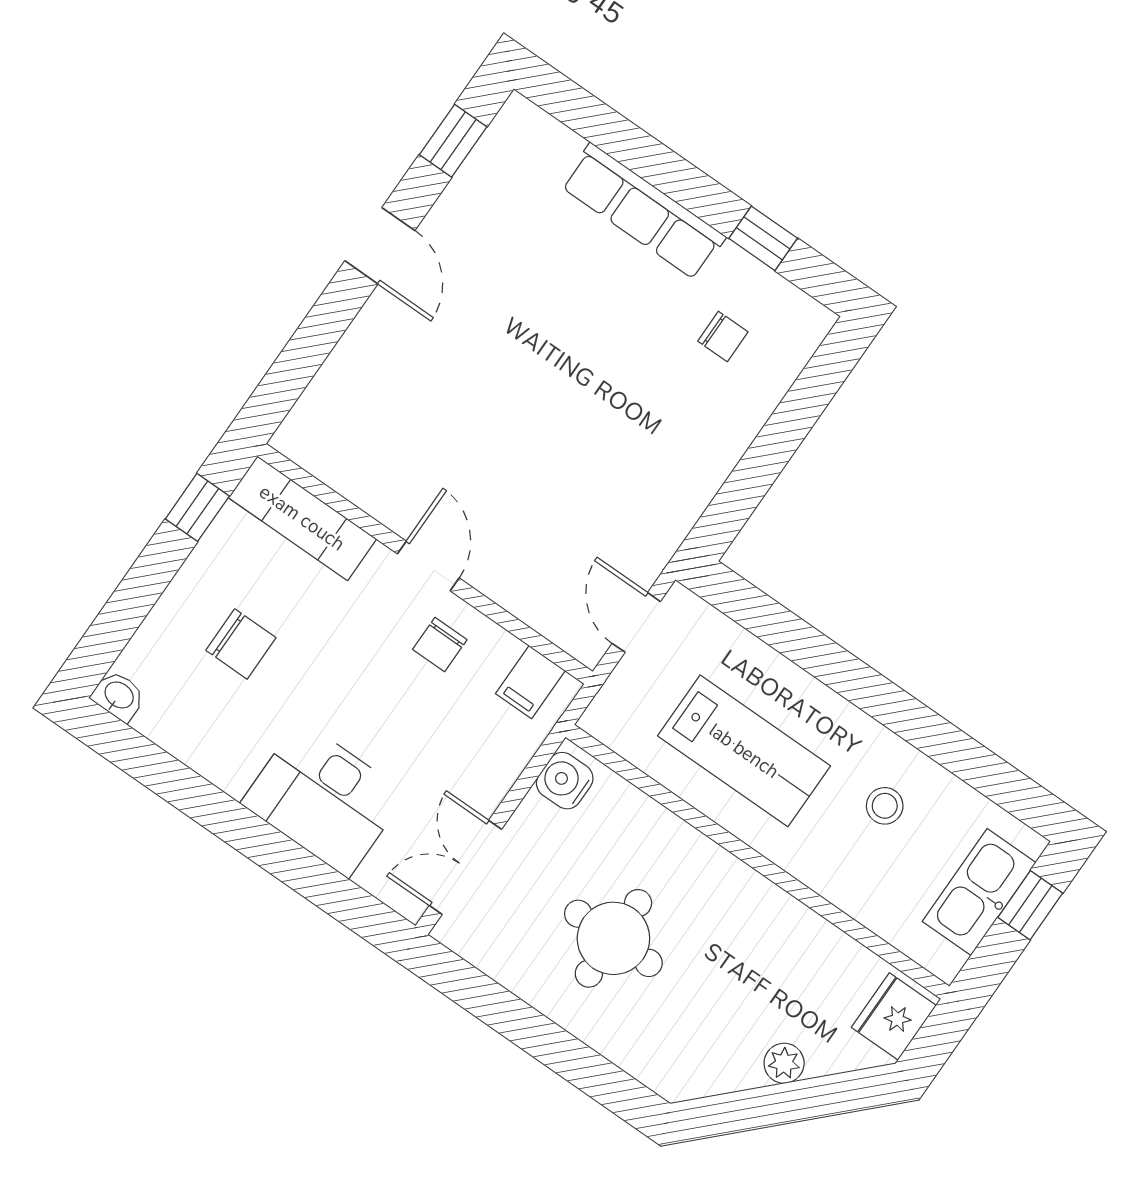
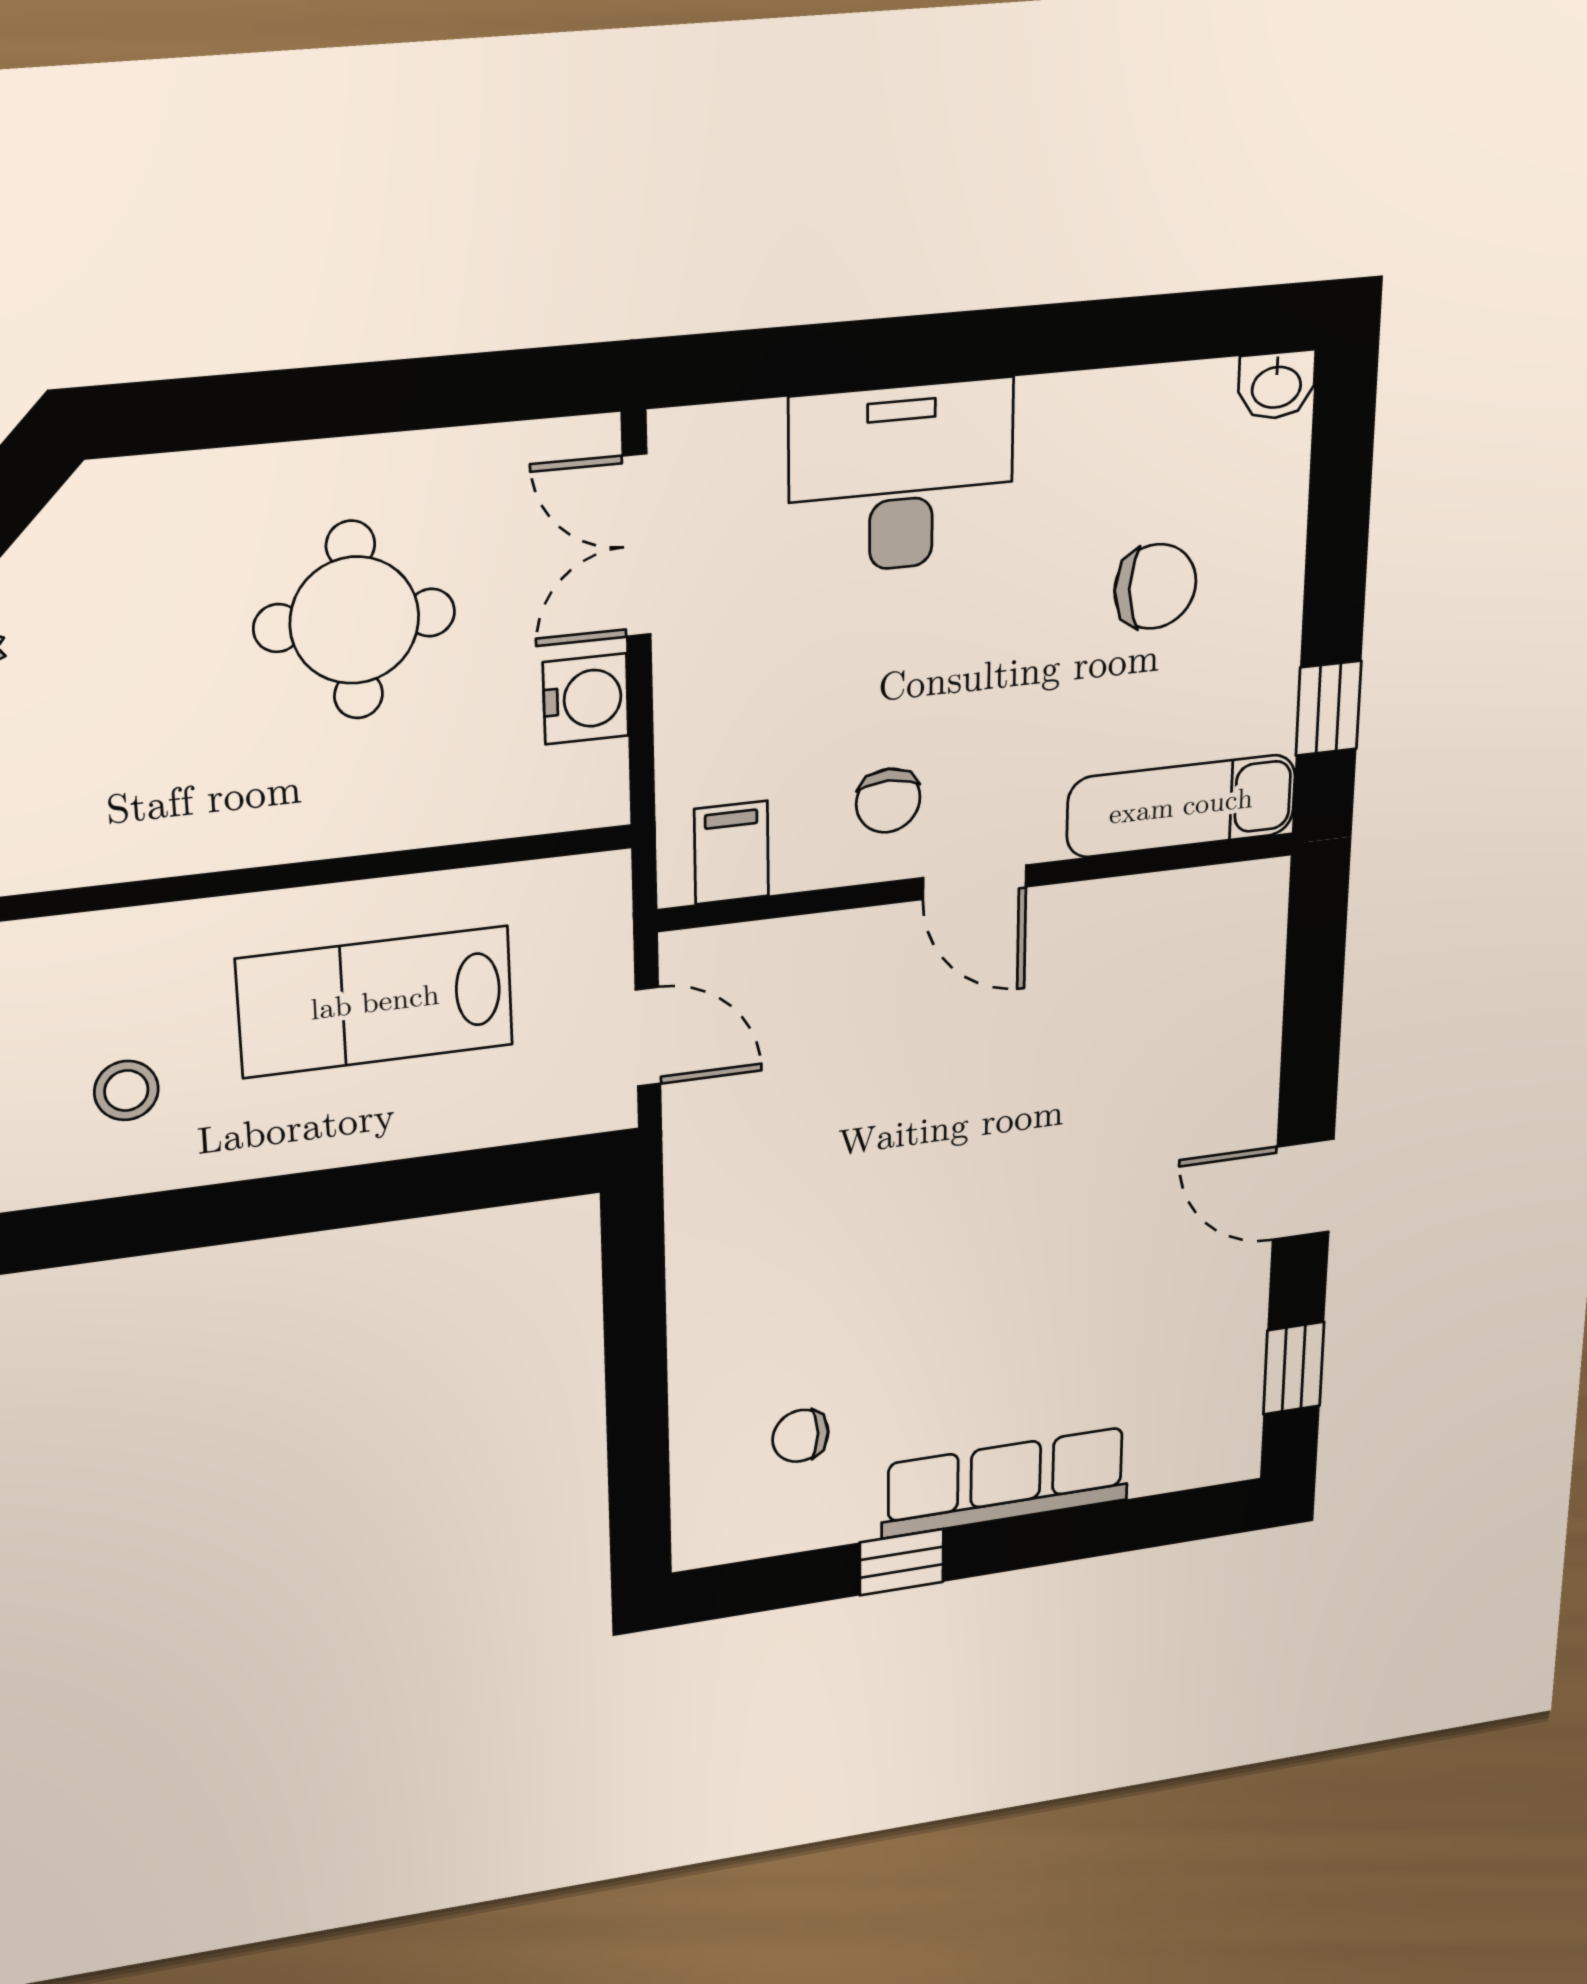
window: (763, 238) -> (902, 1562), moved
chair: (241, 644) -> (1155, 586), turned 180
chair: (440, 645) -> (888, 801), turned 180
water cooler: (565, 781) -> (586, 699), moved
double door: (465, 867) -> (637, 546), swing flipped

